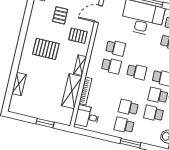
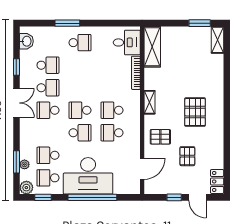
pallet: (46, 49) -> (195, 112), turned 90
shelving: (19, 84) -> (217, 40), moved
shelving: (72, 91) -> (152, 47), moved
school desk: (128, 107) -> (80, 133), moved
window: (45, 123) -> (200, 23), moved

